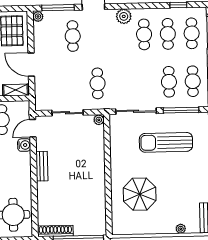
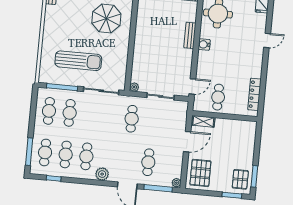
door: (31, 65) -> (187, 142), hinge flipped
water cooler: (24, 145) -> (204, 45), moved
bench: (42, 166) -> (190, 35), moved

